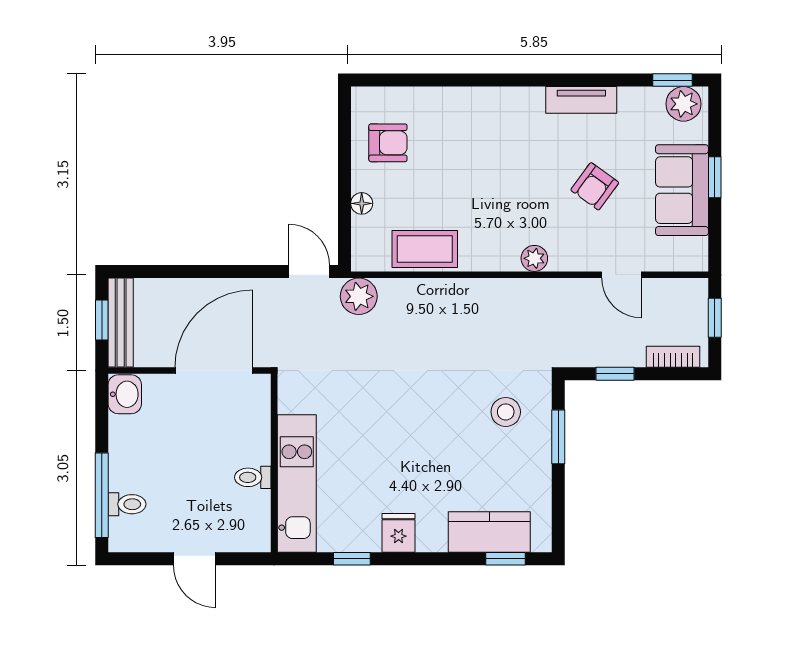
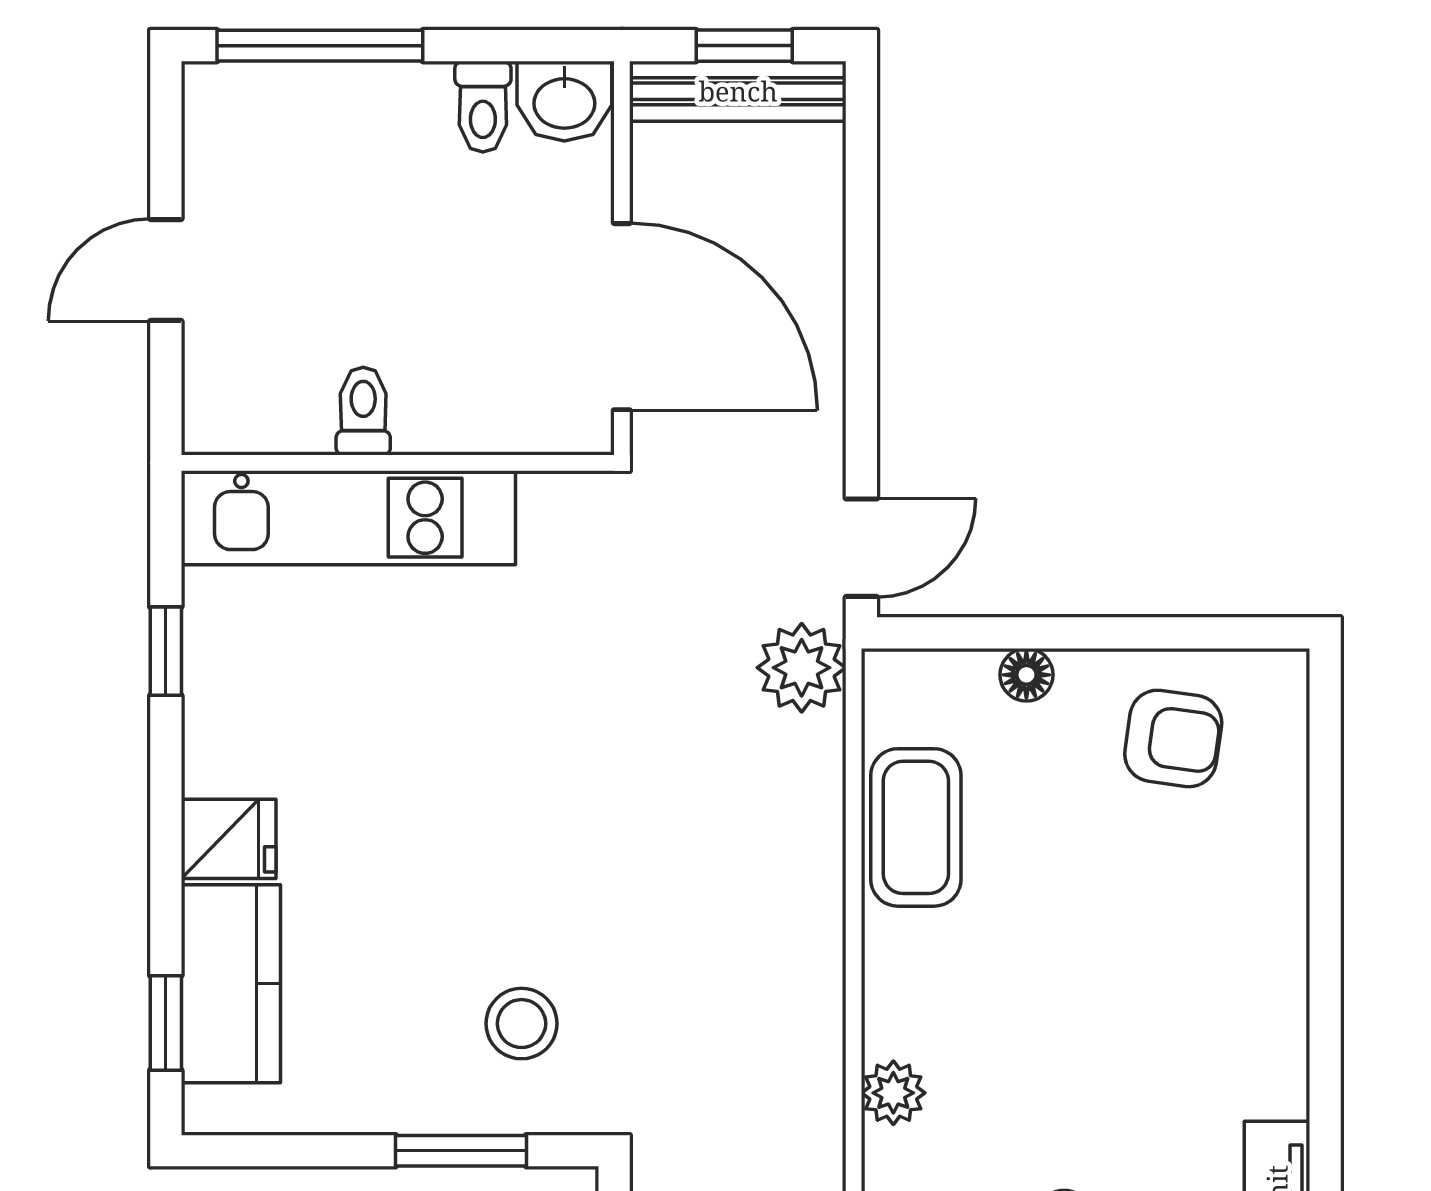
armchair: (388, 143) -> (1173, 738), turned -82
toilet: (127, 504) -> (483, 107), moved
fridge: (399, 533) -> (229, 839), moved

